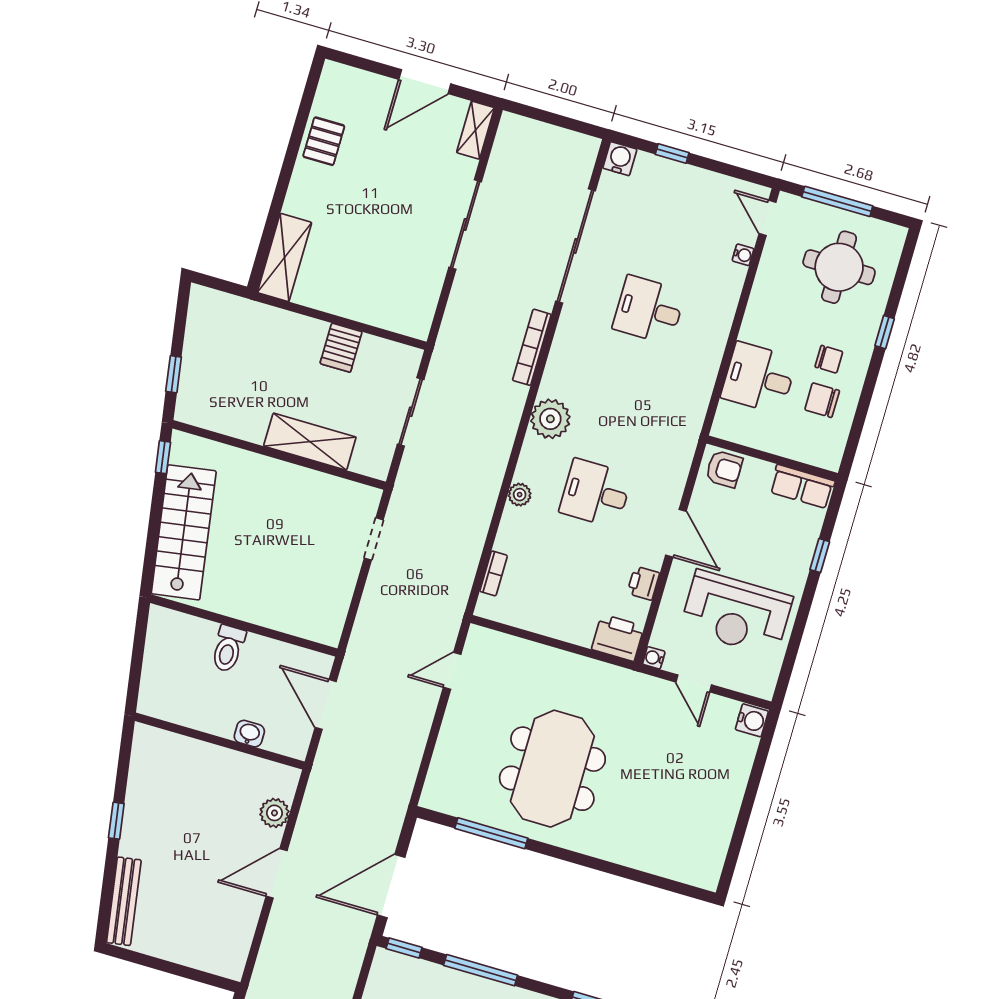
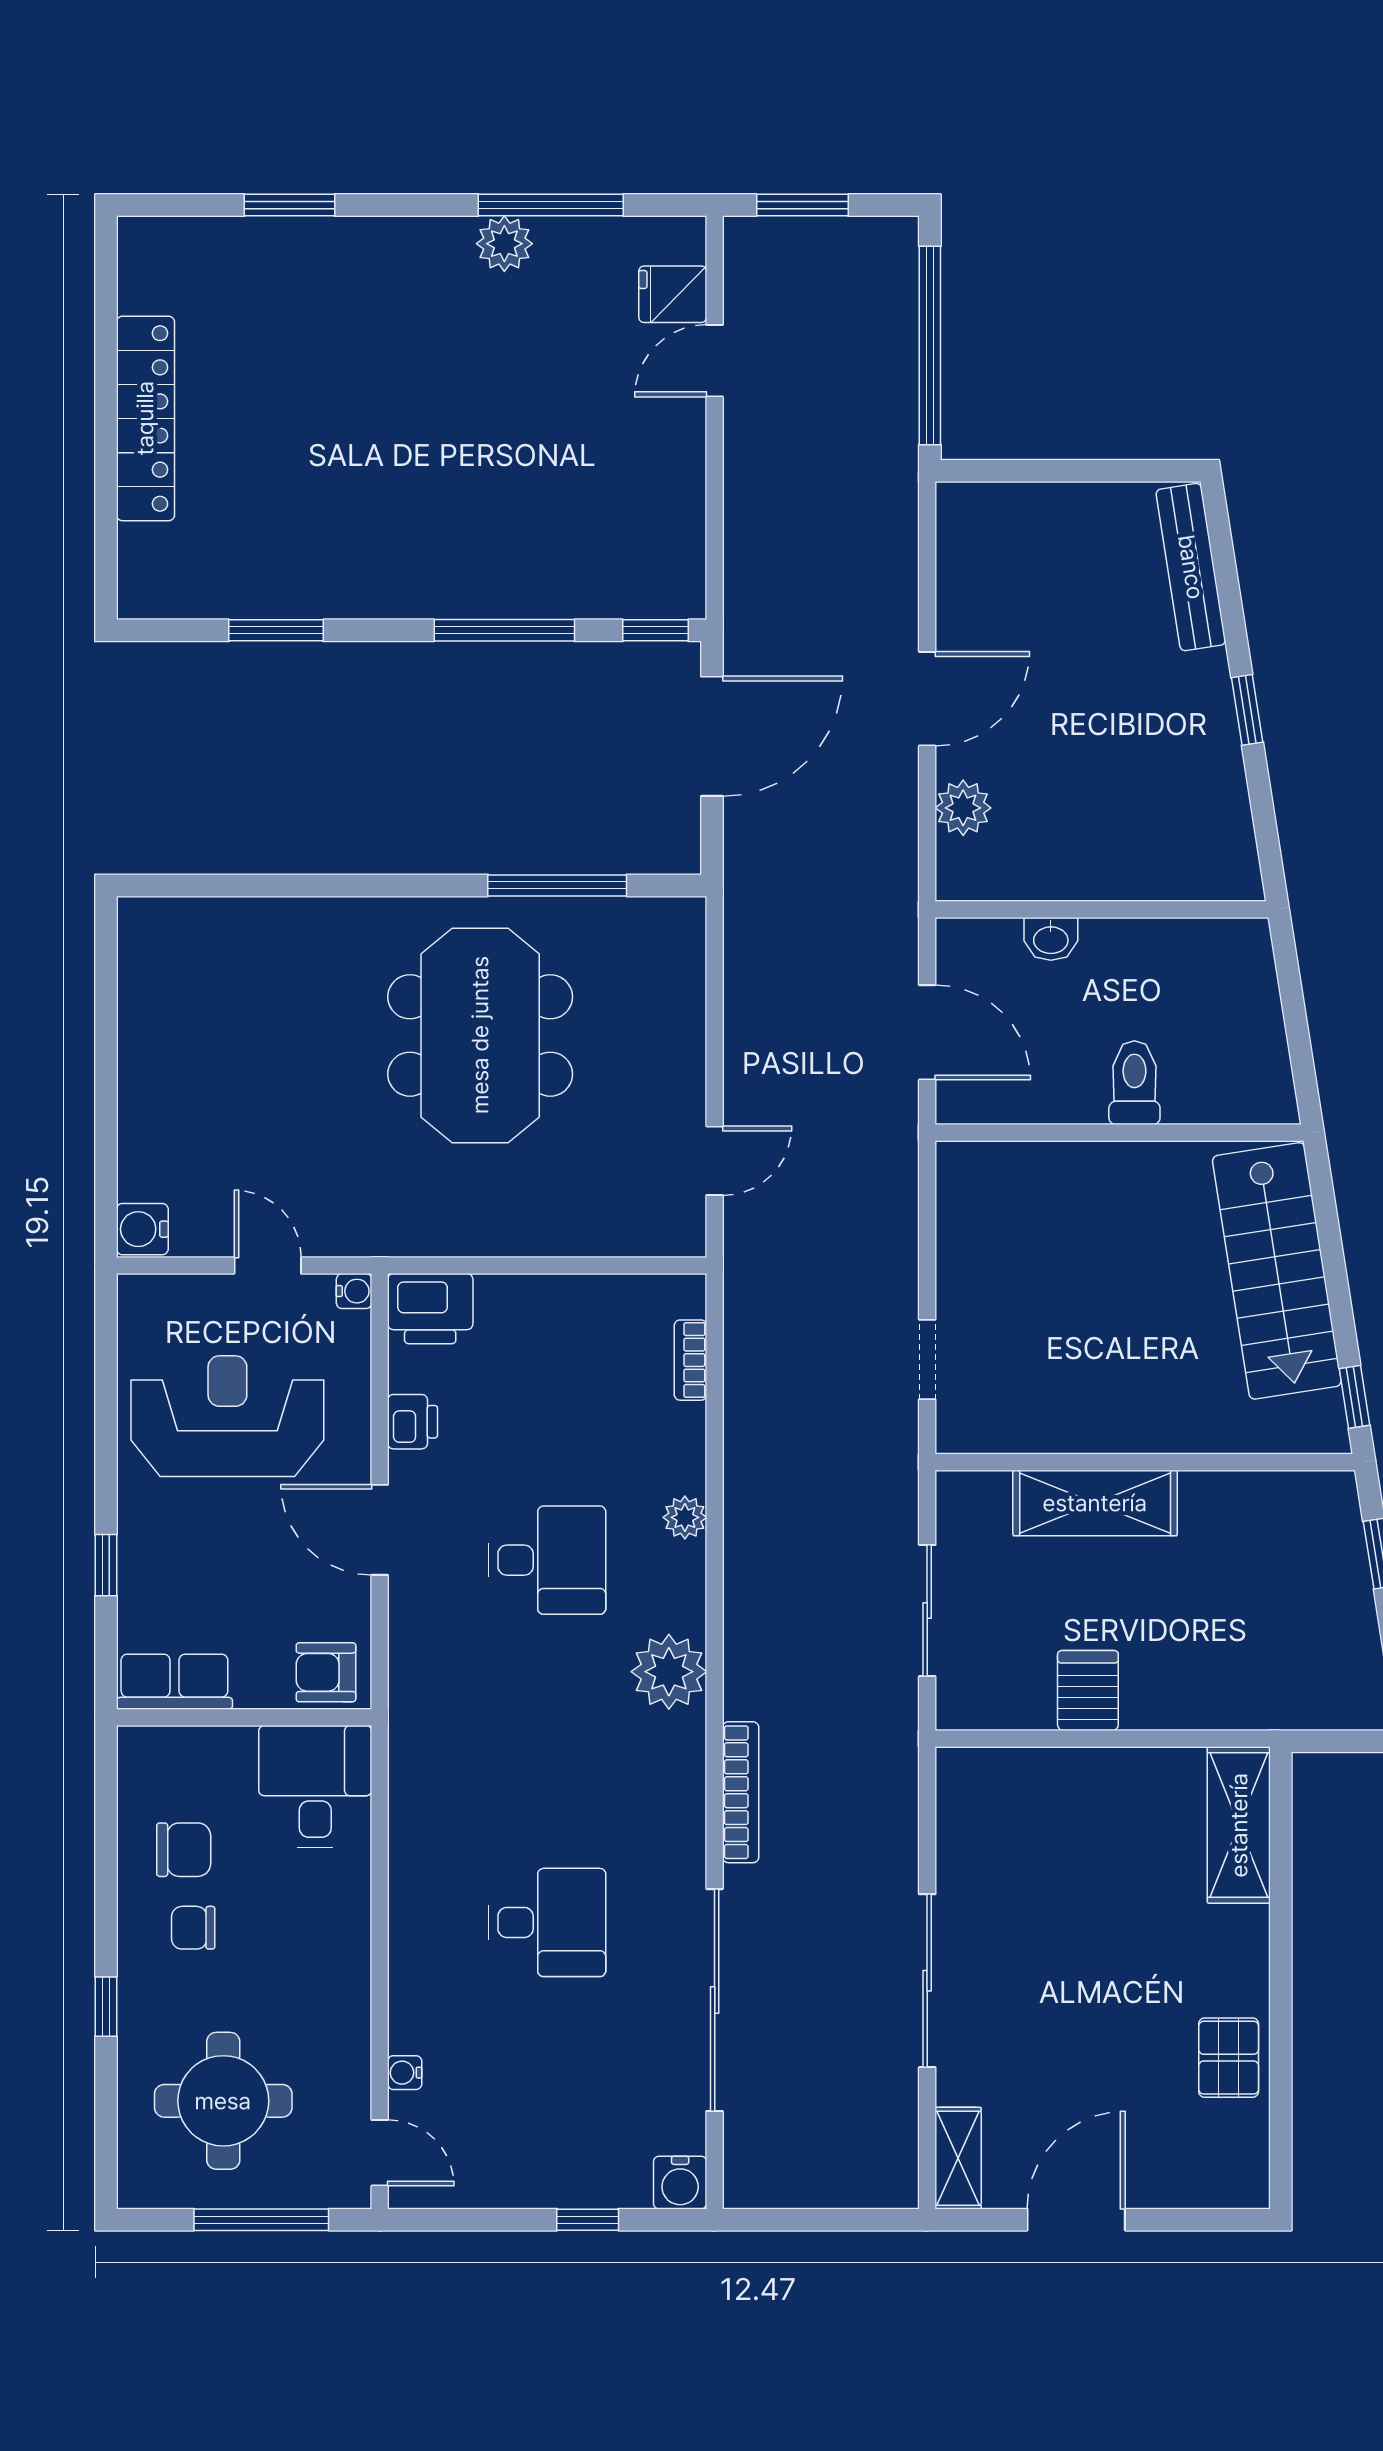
desk: (759, 378) -> (315, 1786), moved, turned -90

